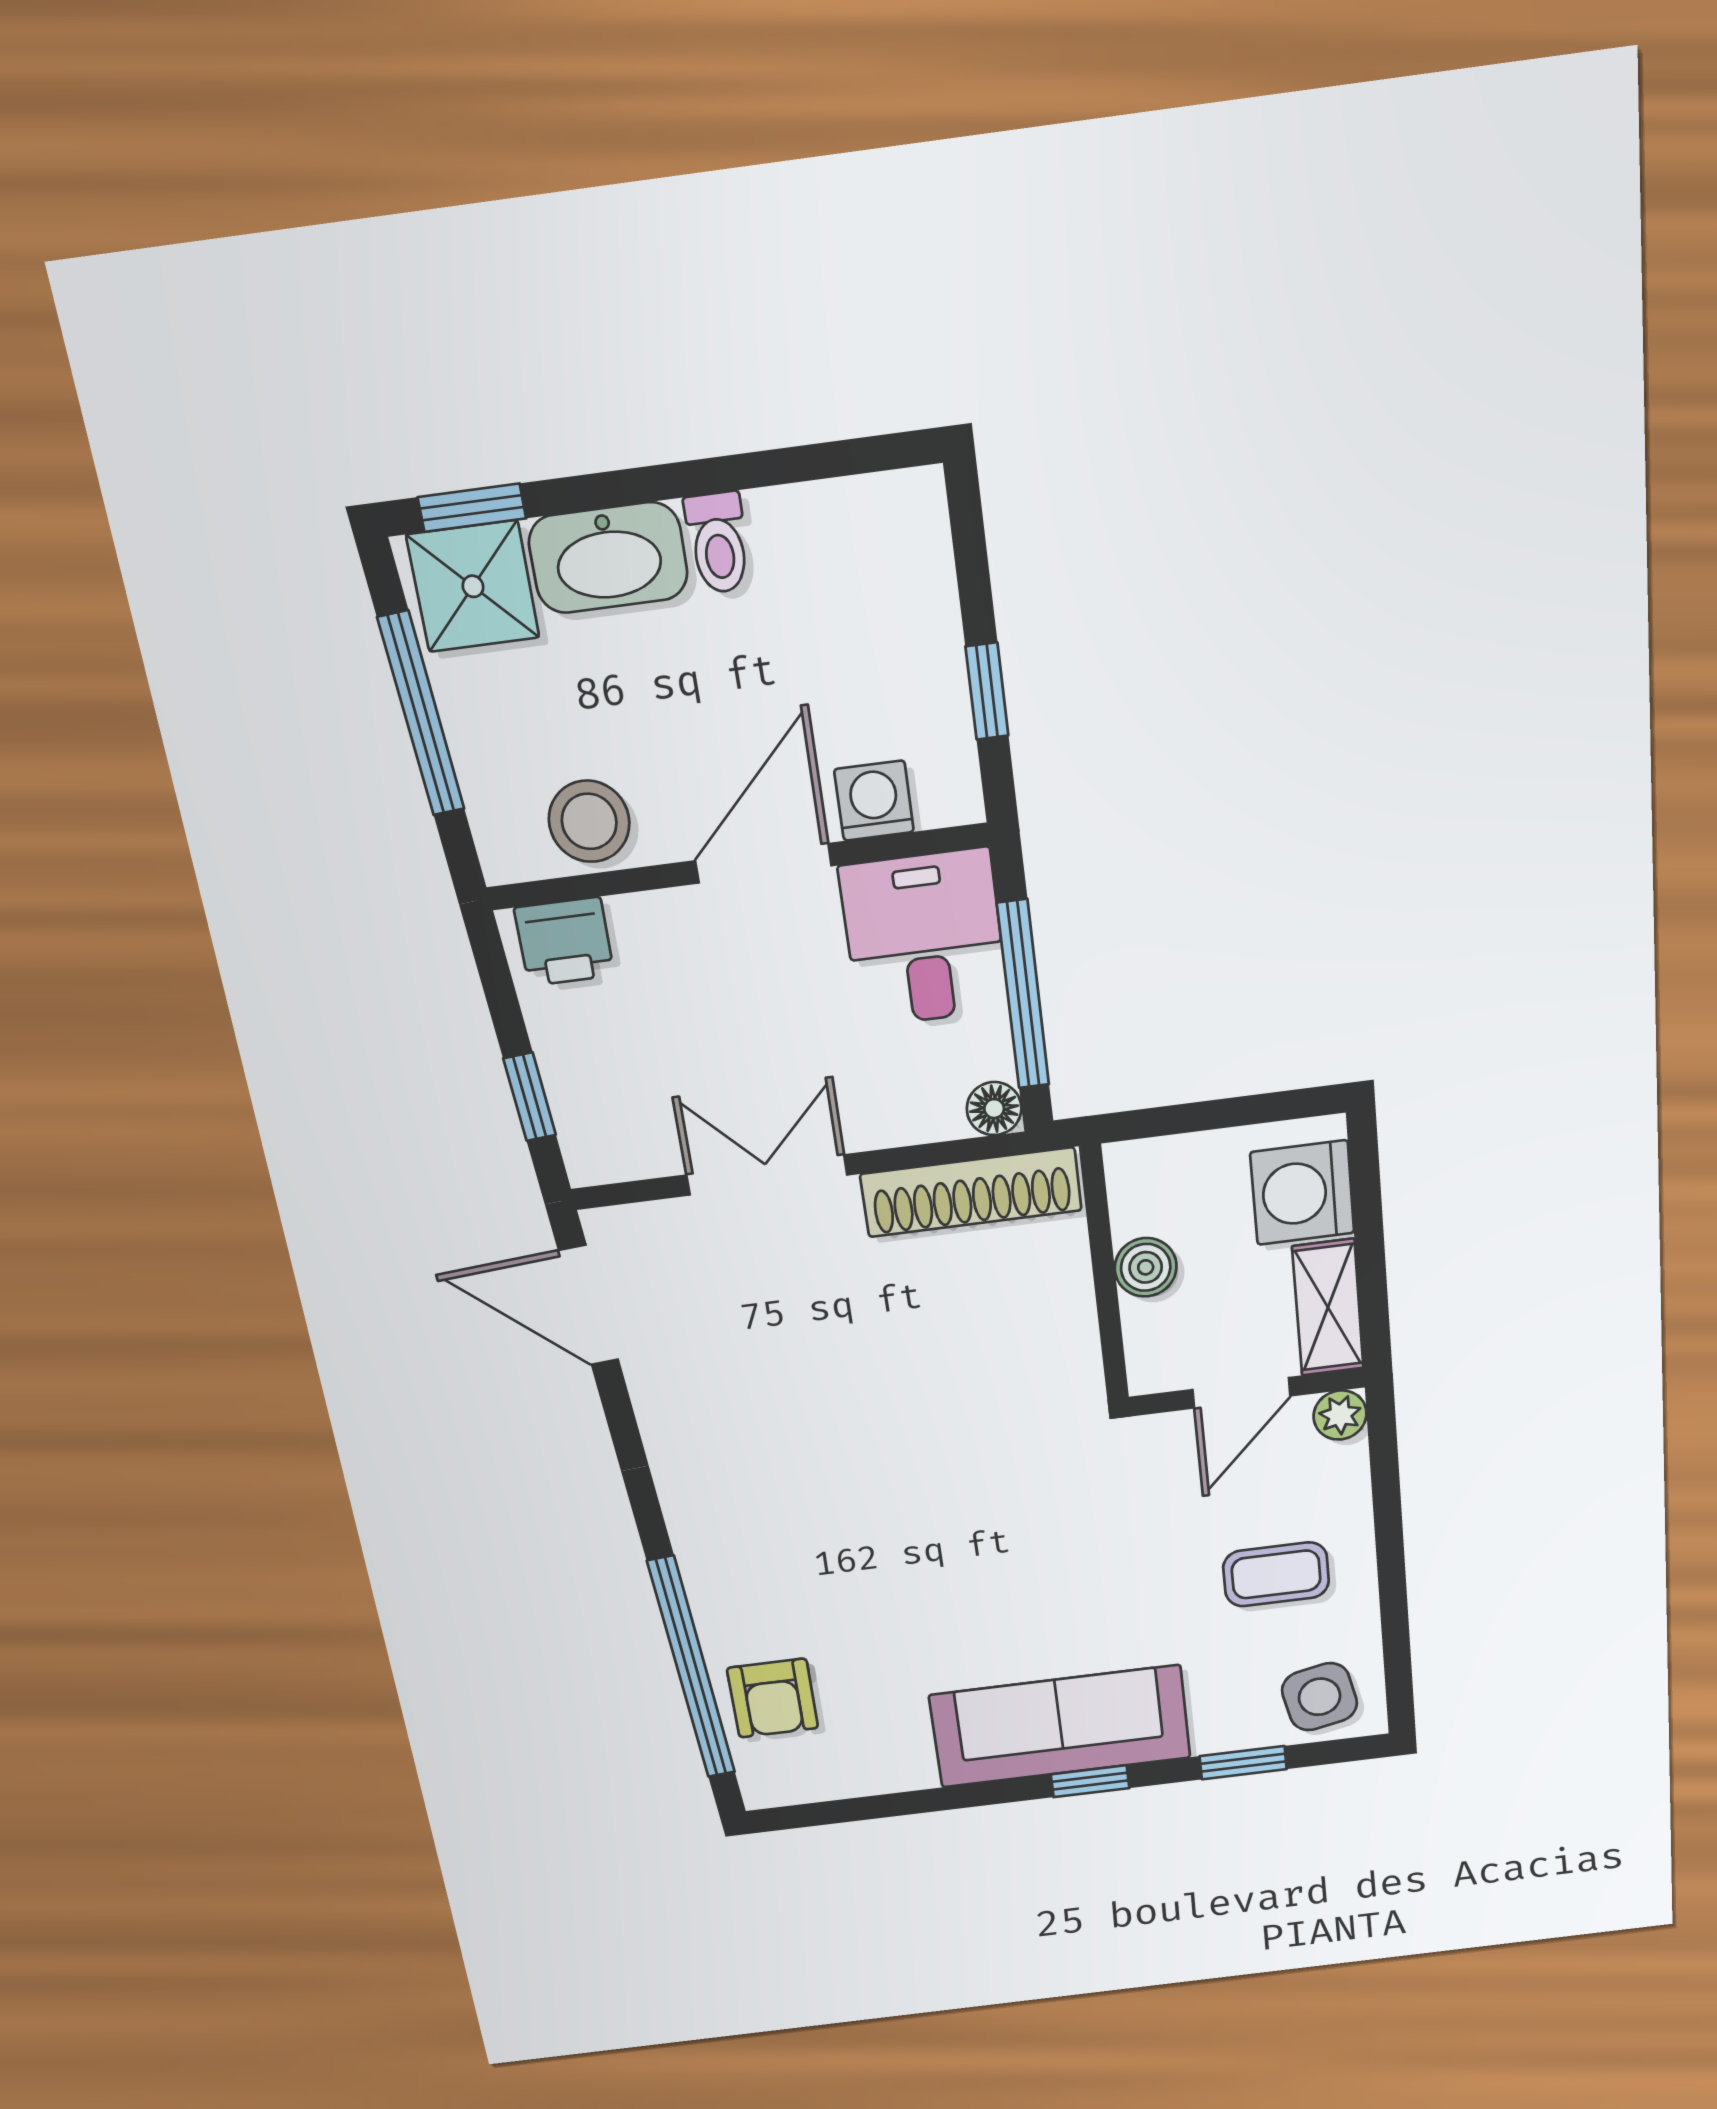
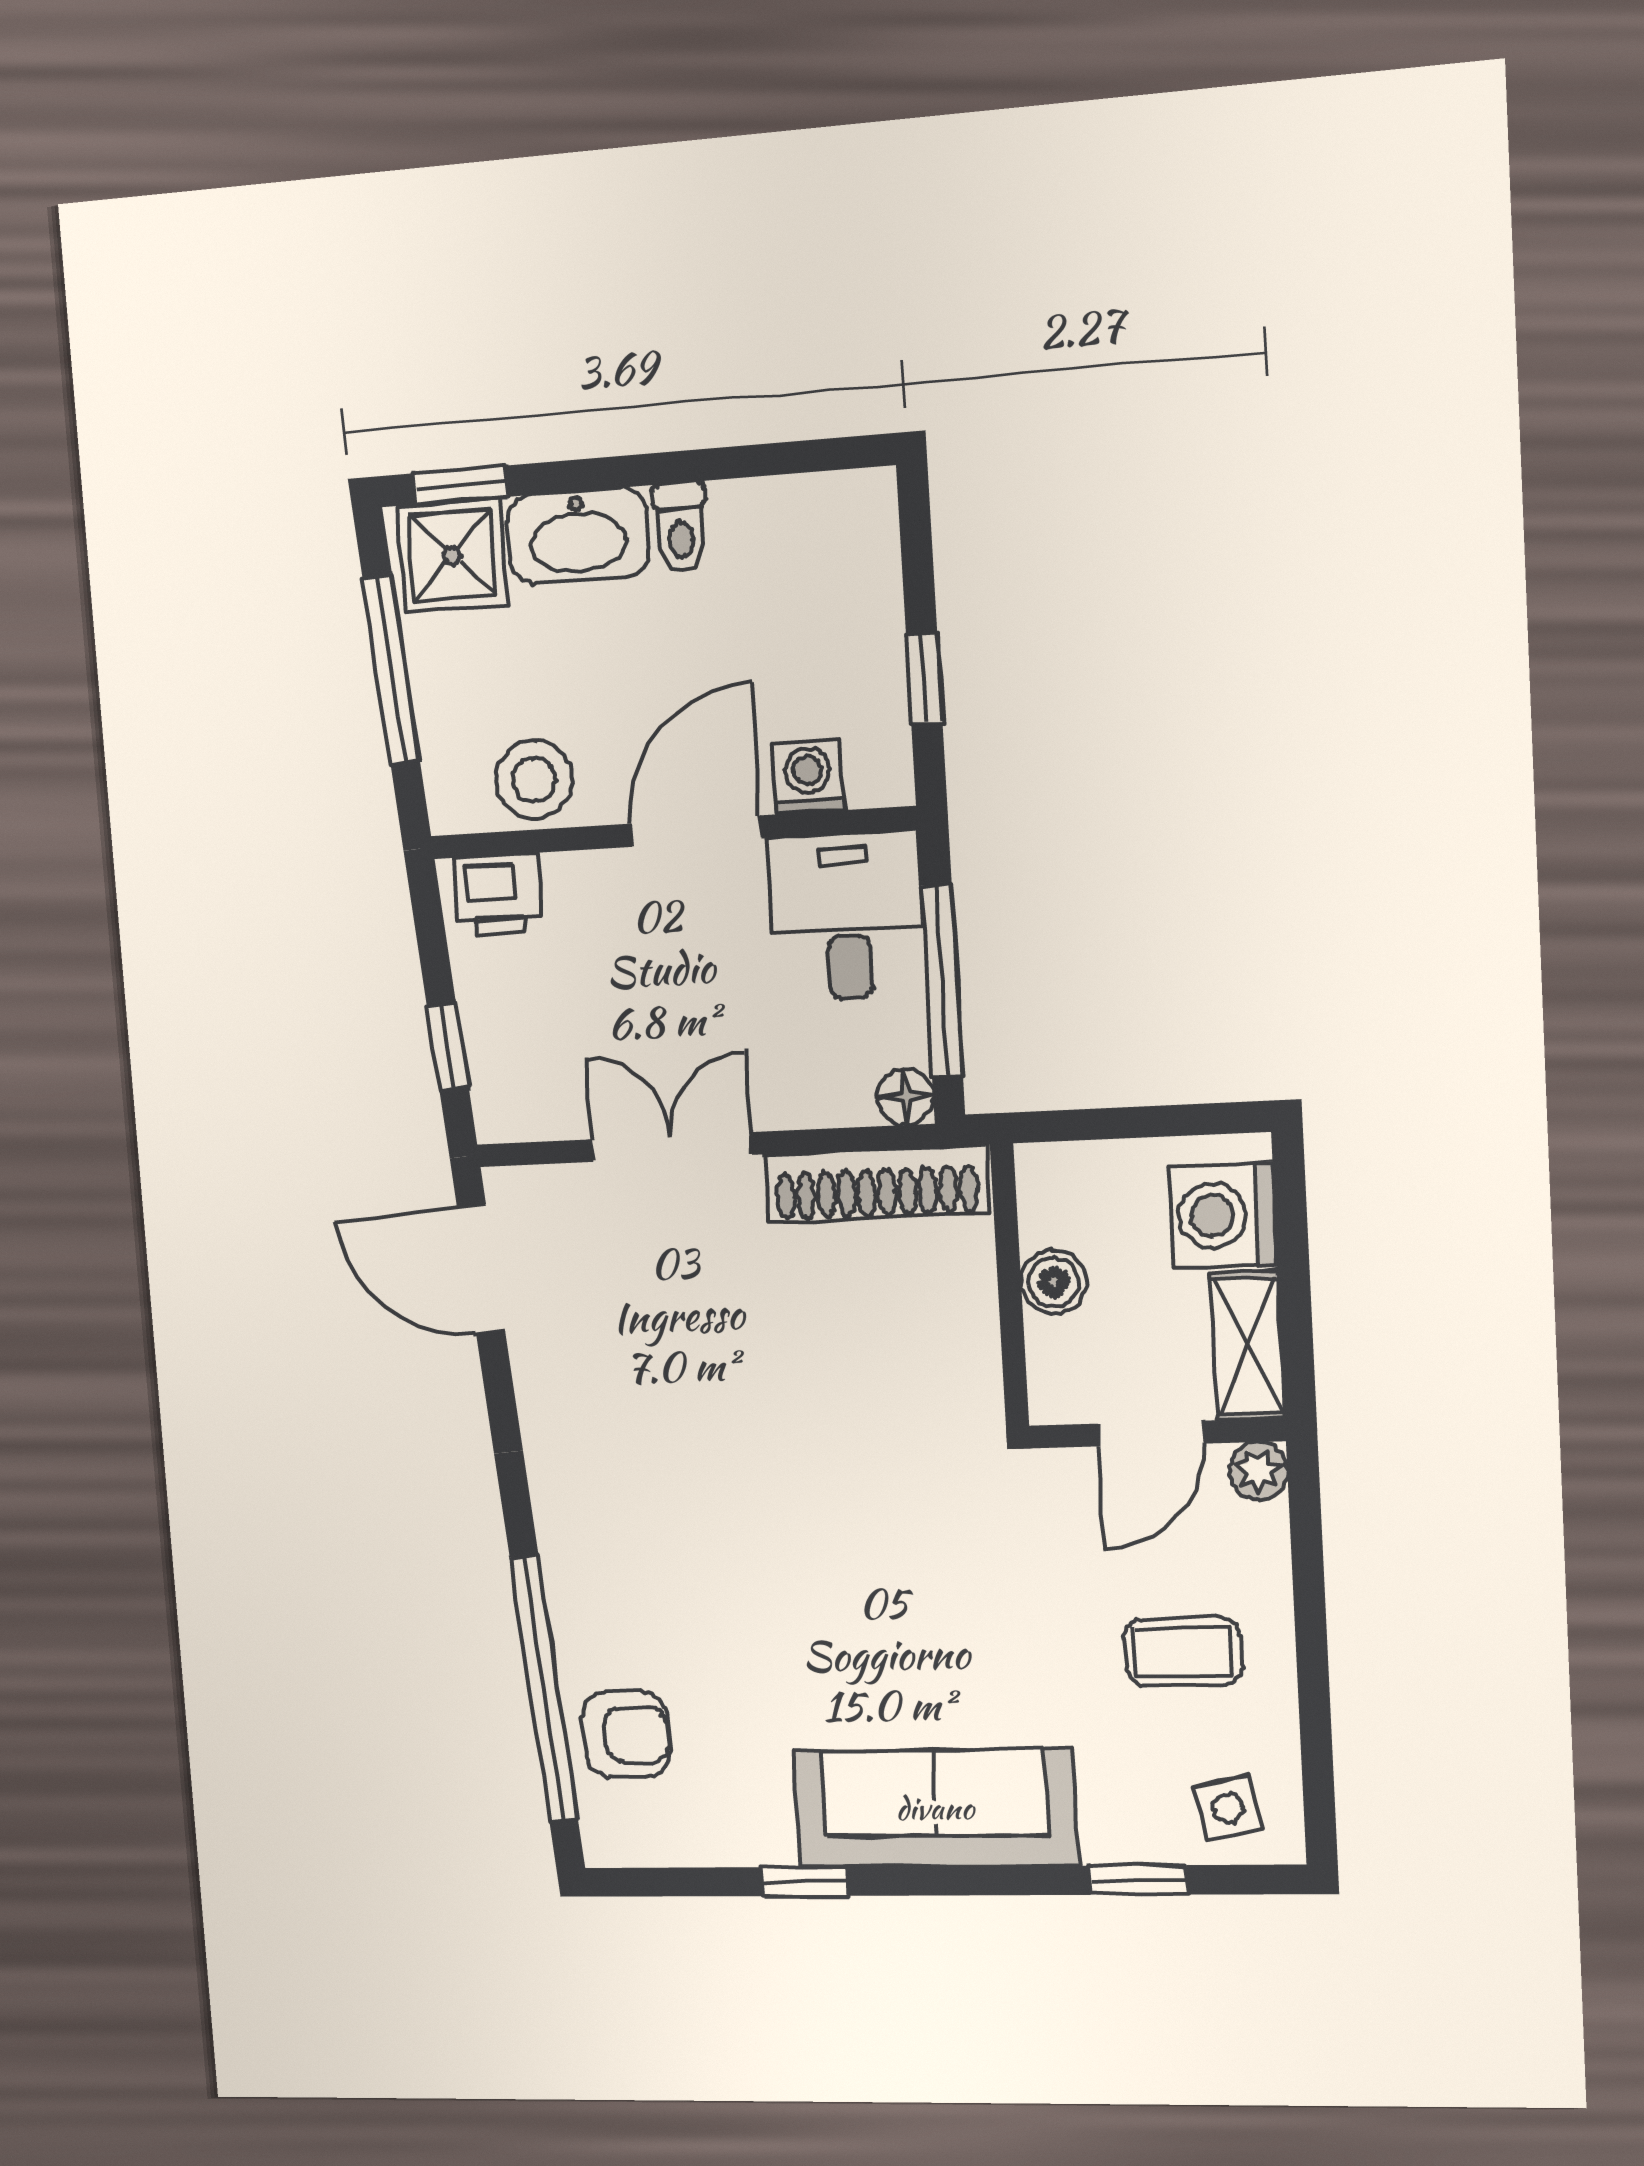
side table: (1320, 1697) -> (1228, 1808), width x0.73, depth x0.73
armchair: (773, 1698) -> (626, 1735), turned -90
window: (1090, 1781) -> (805, 1881), moved

